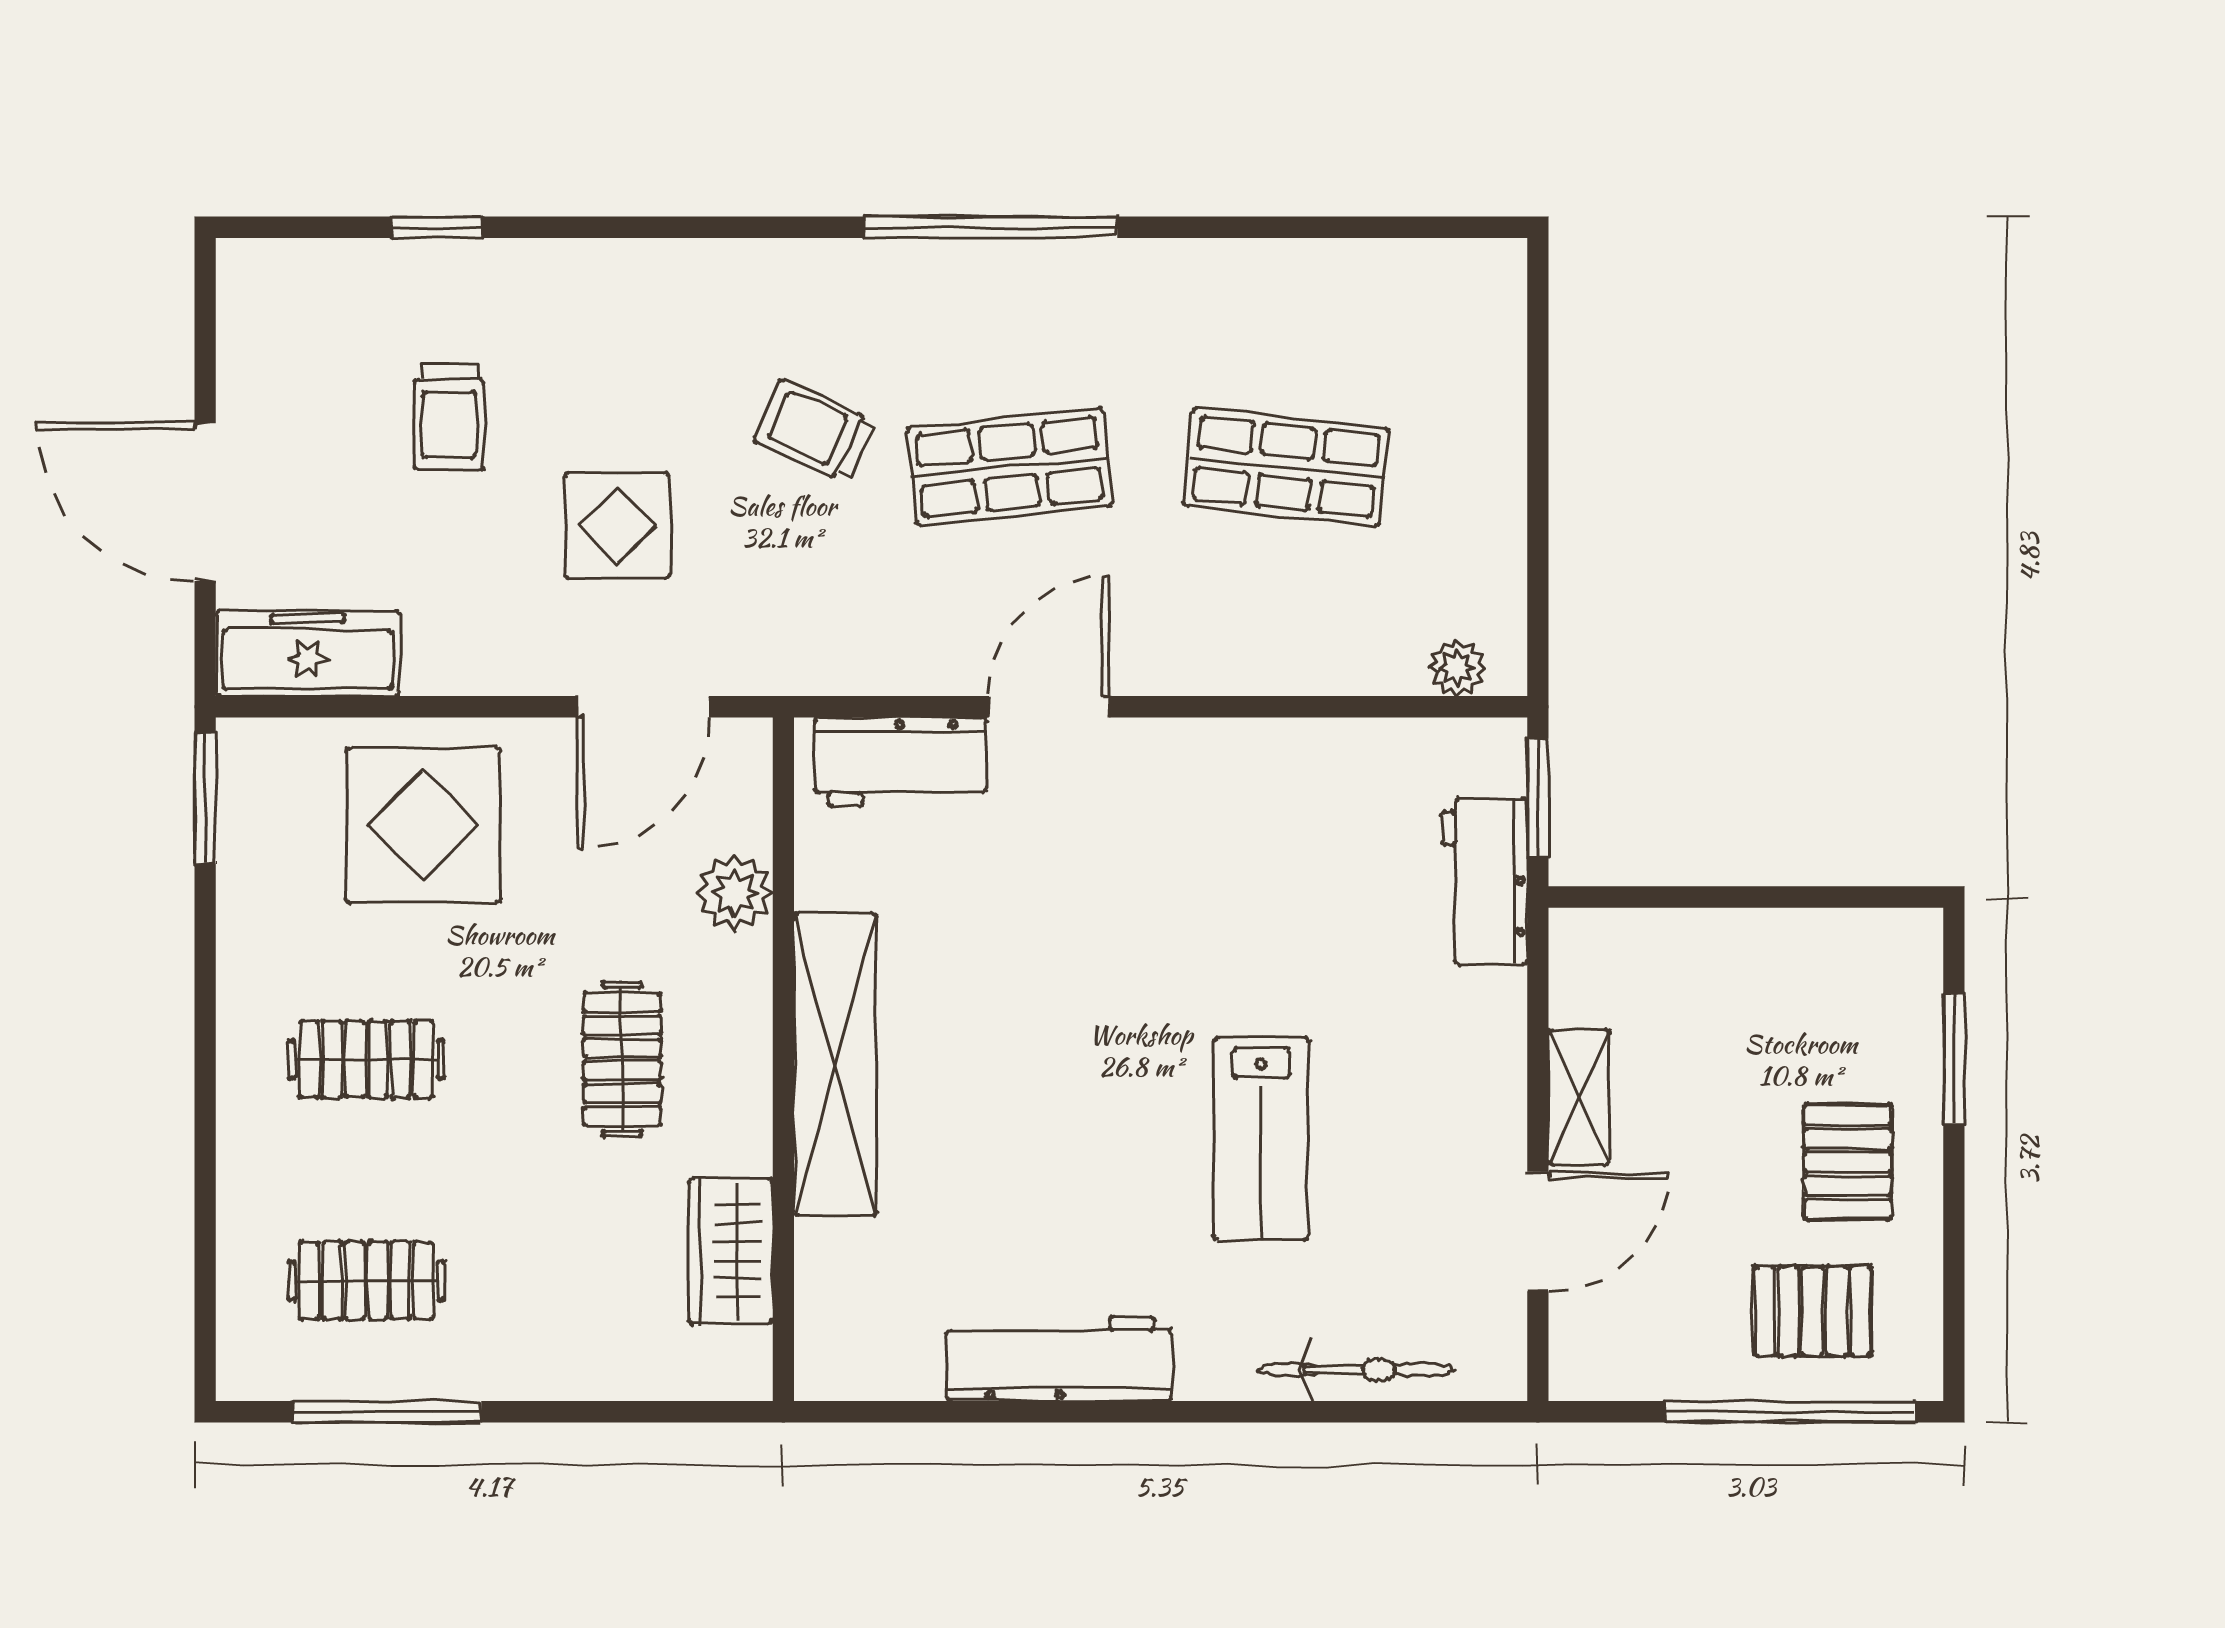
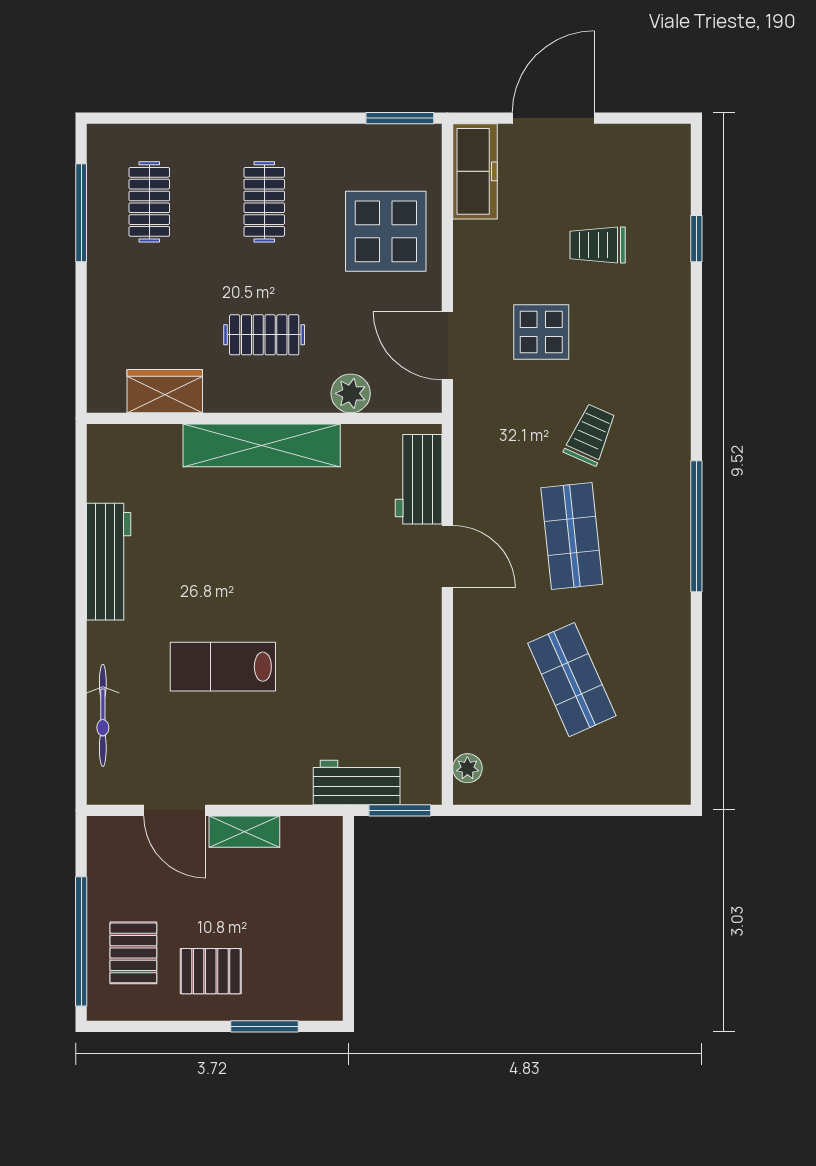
shop shelf: (1286, 467) -> (572, 680), turned -30

